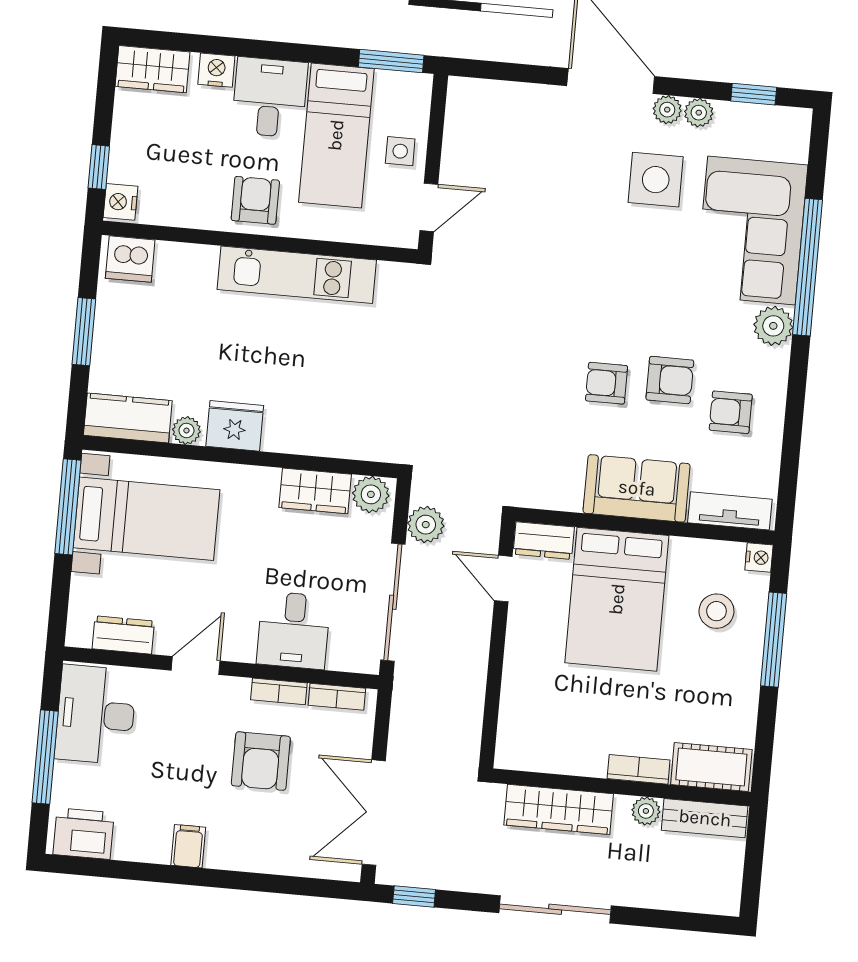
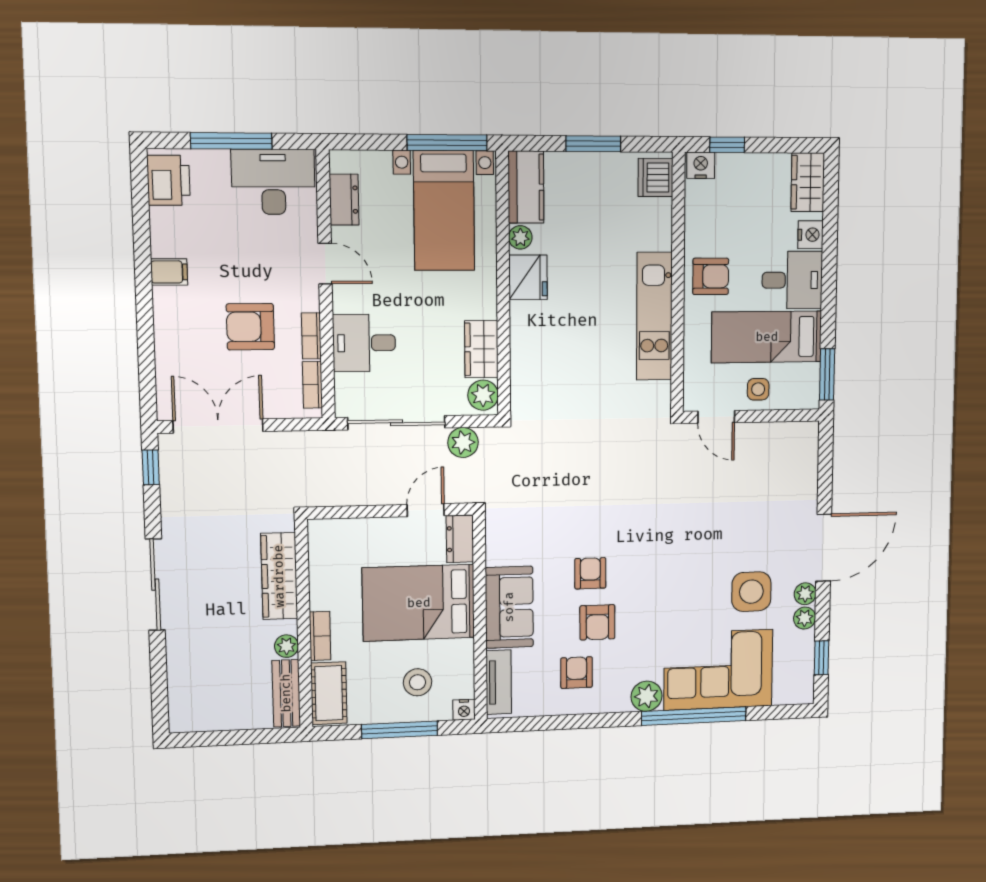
cot: (711, 767) -> (329, 693), moved
bookcase: (639, 769) -> (320, 636), moved
wall: (621, 787) -> (304, 624), moved
wardrobe: (559, 809) -> (279, 576), moved
plant: (646, 811) -> (286, 646), moved
bench: (705, 818) -> (286, 693), moved

